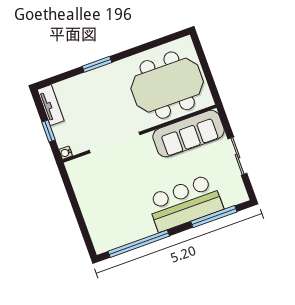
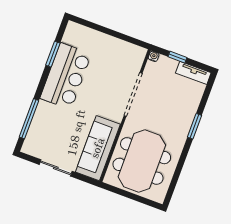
bar counter: (185, 203) -> (66, 76), moved
window: (139, 244) -> (53, 54), width x0.47

